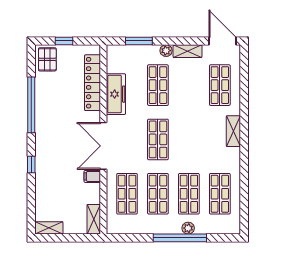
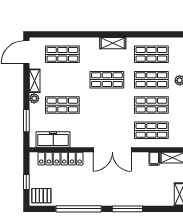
freezer: (116, 94) -> (53, 139), moved
shelving: (233, 131) -> (113, 43), moved
shop shelf: (158, 139) -> (107, 80), moved
window: (31, 164) -> (127, 209), width x2.17
filing cabinet: (92, 176) -> (154, 159), moved

